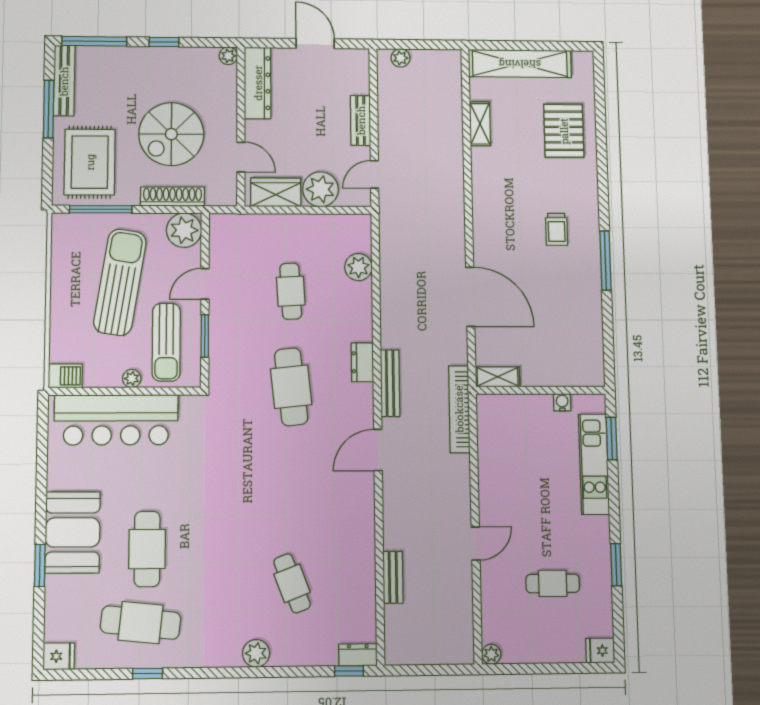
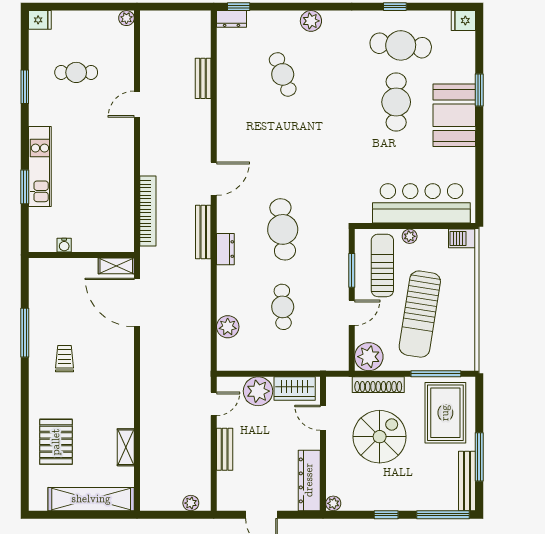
shelving: (498, 377) -> (116, 266), moved
wall: (541, 390) -> (81, 255), moved
water cooler: (562, 402) -> (64, 245), moved

